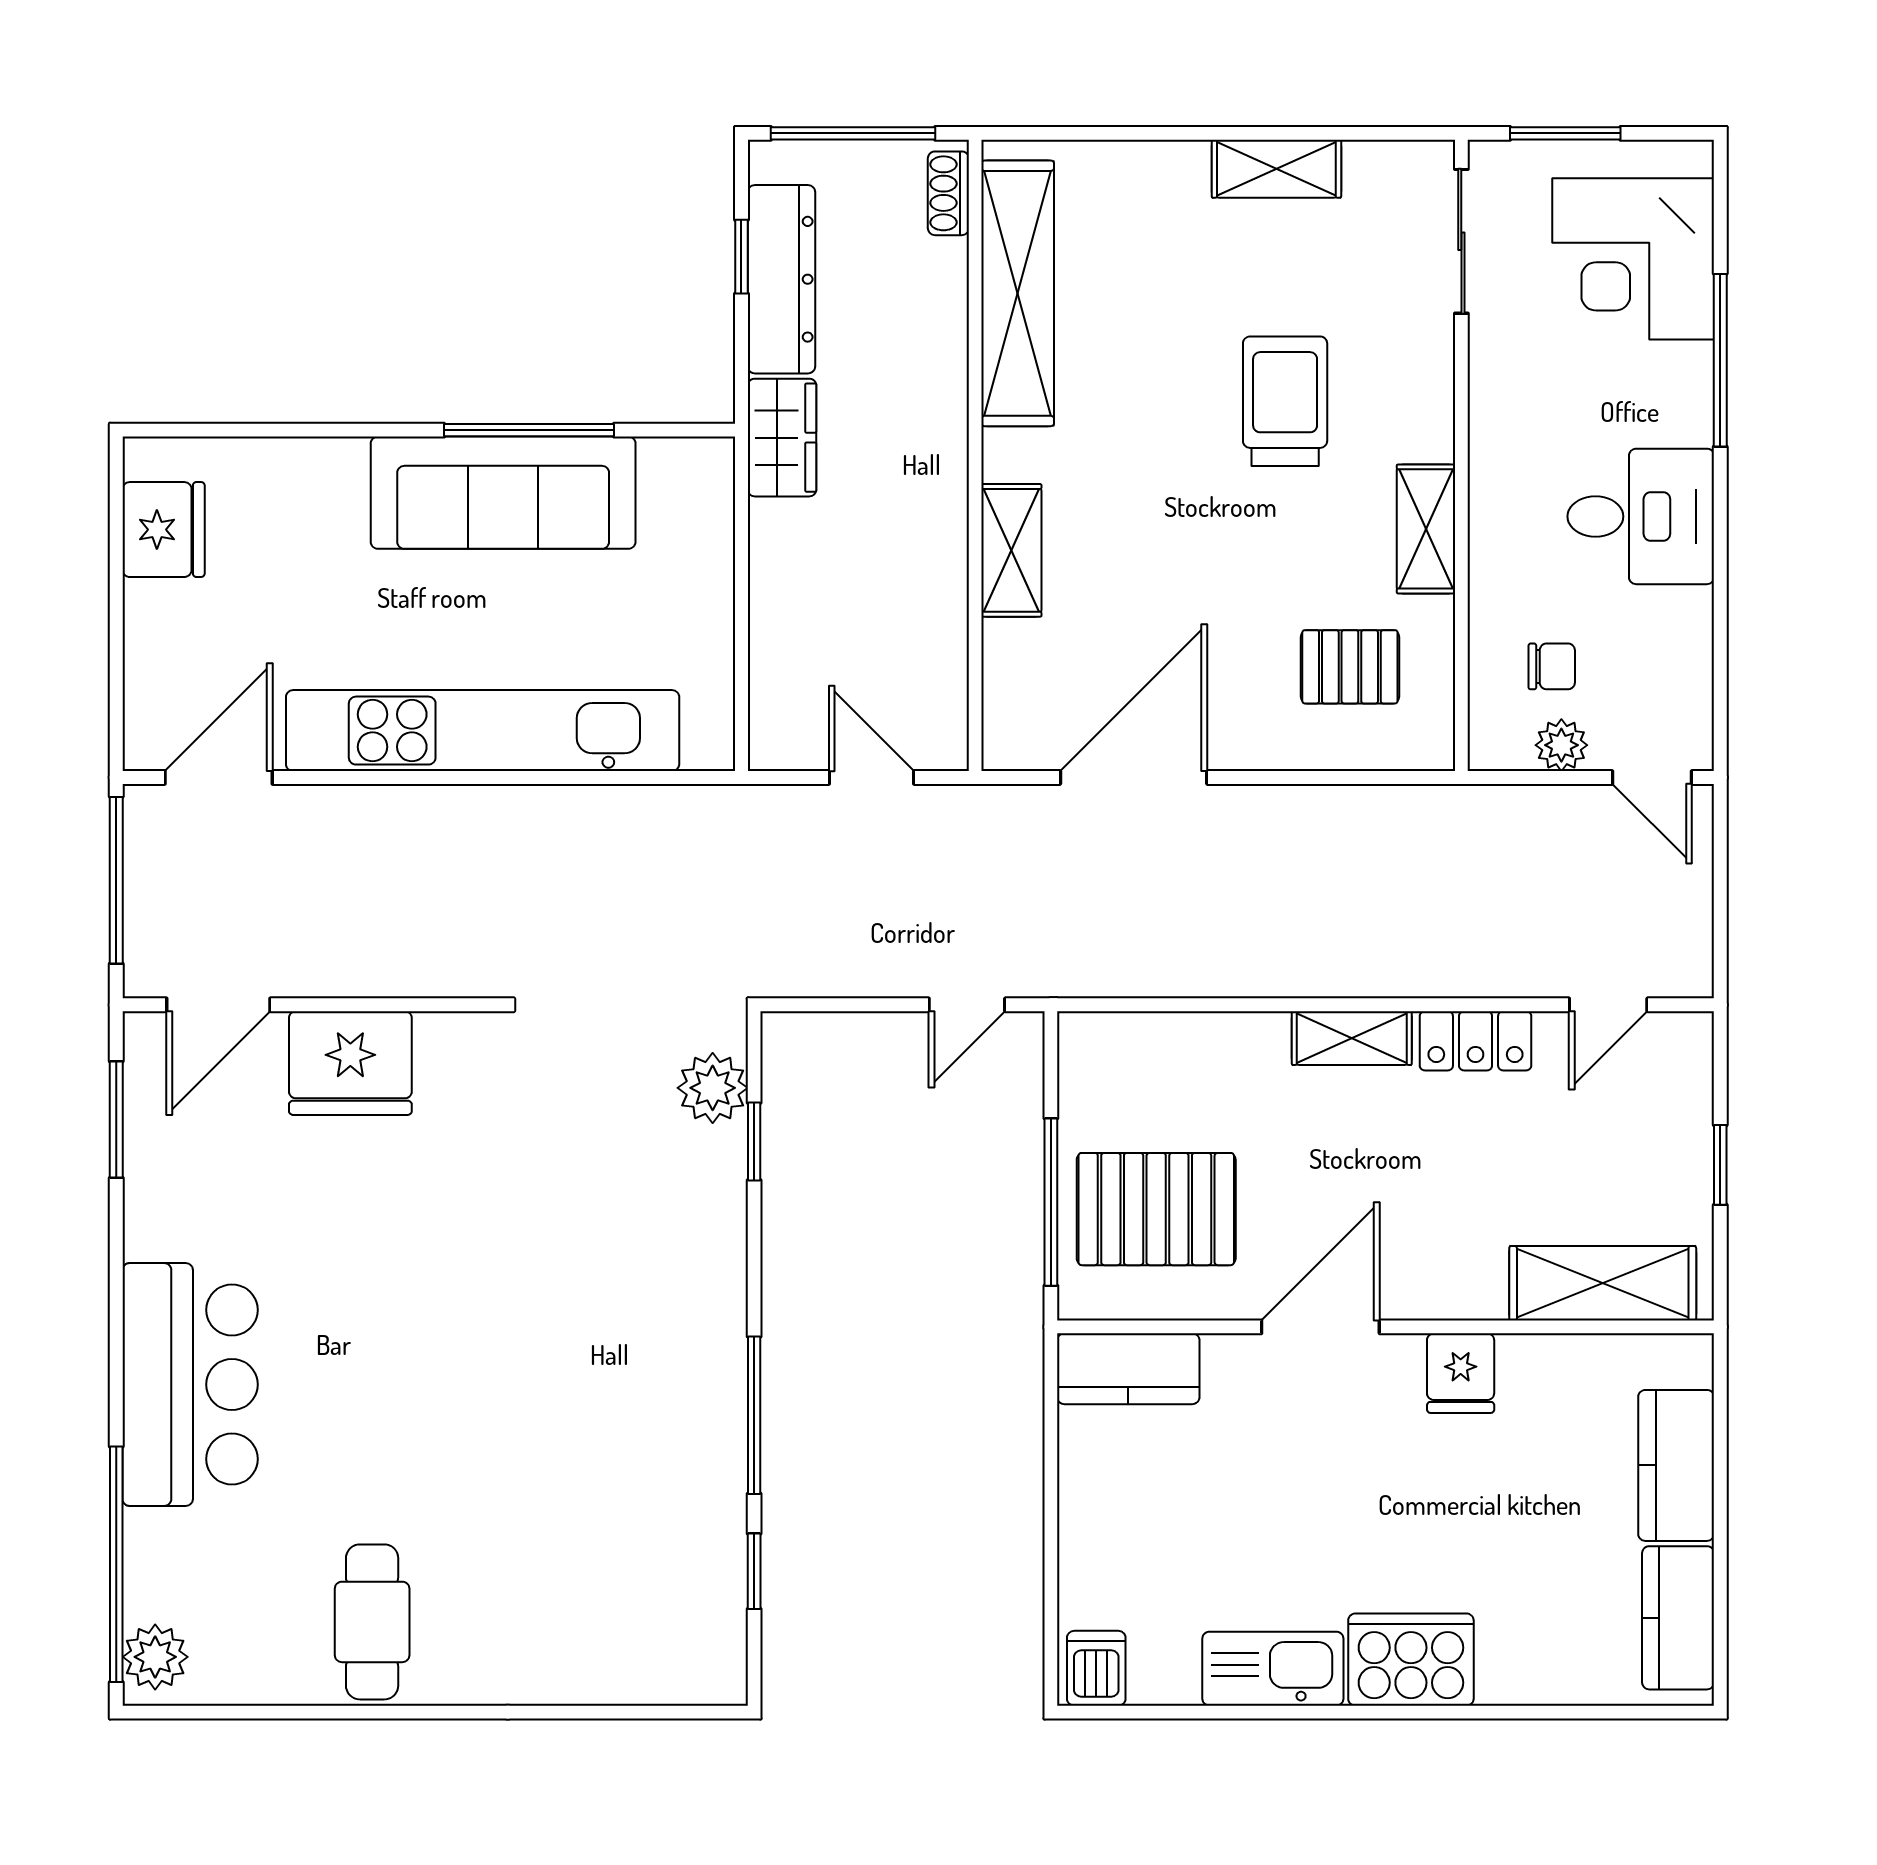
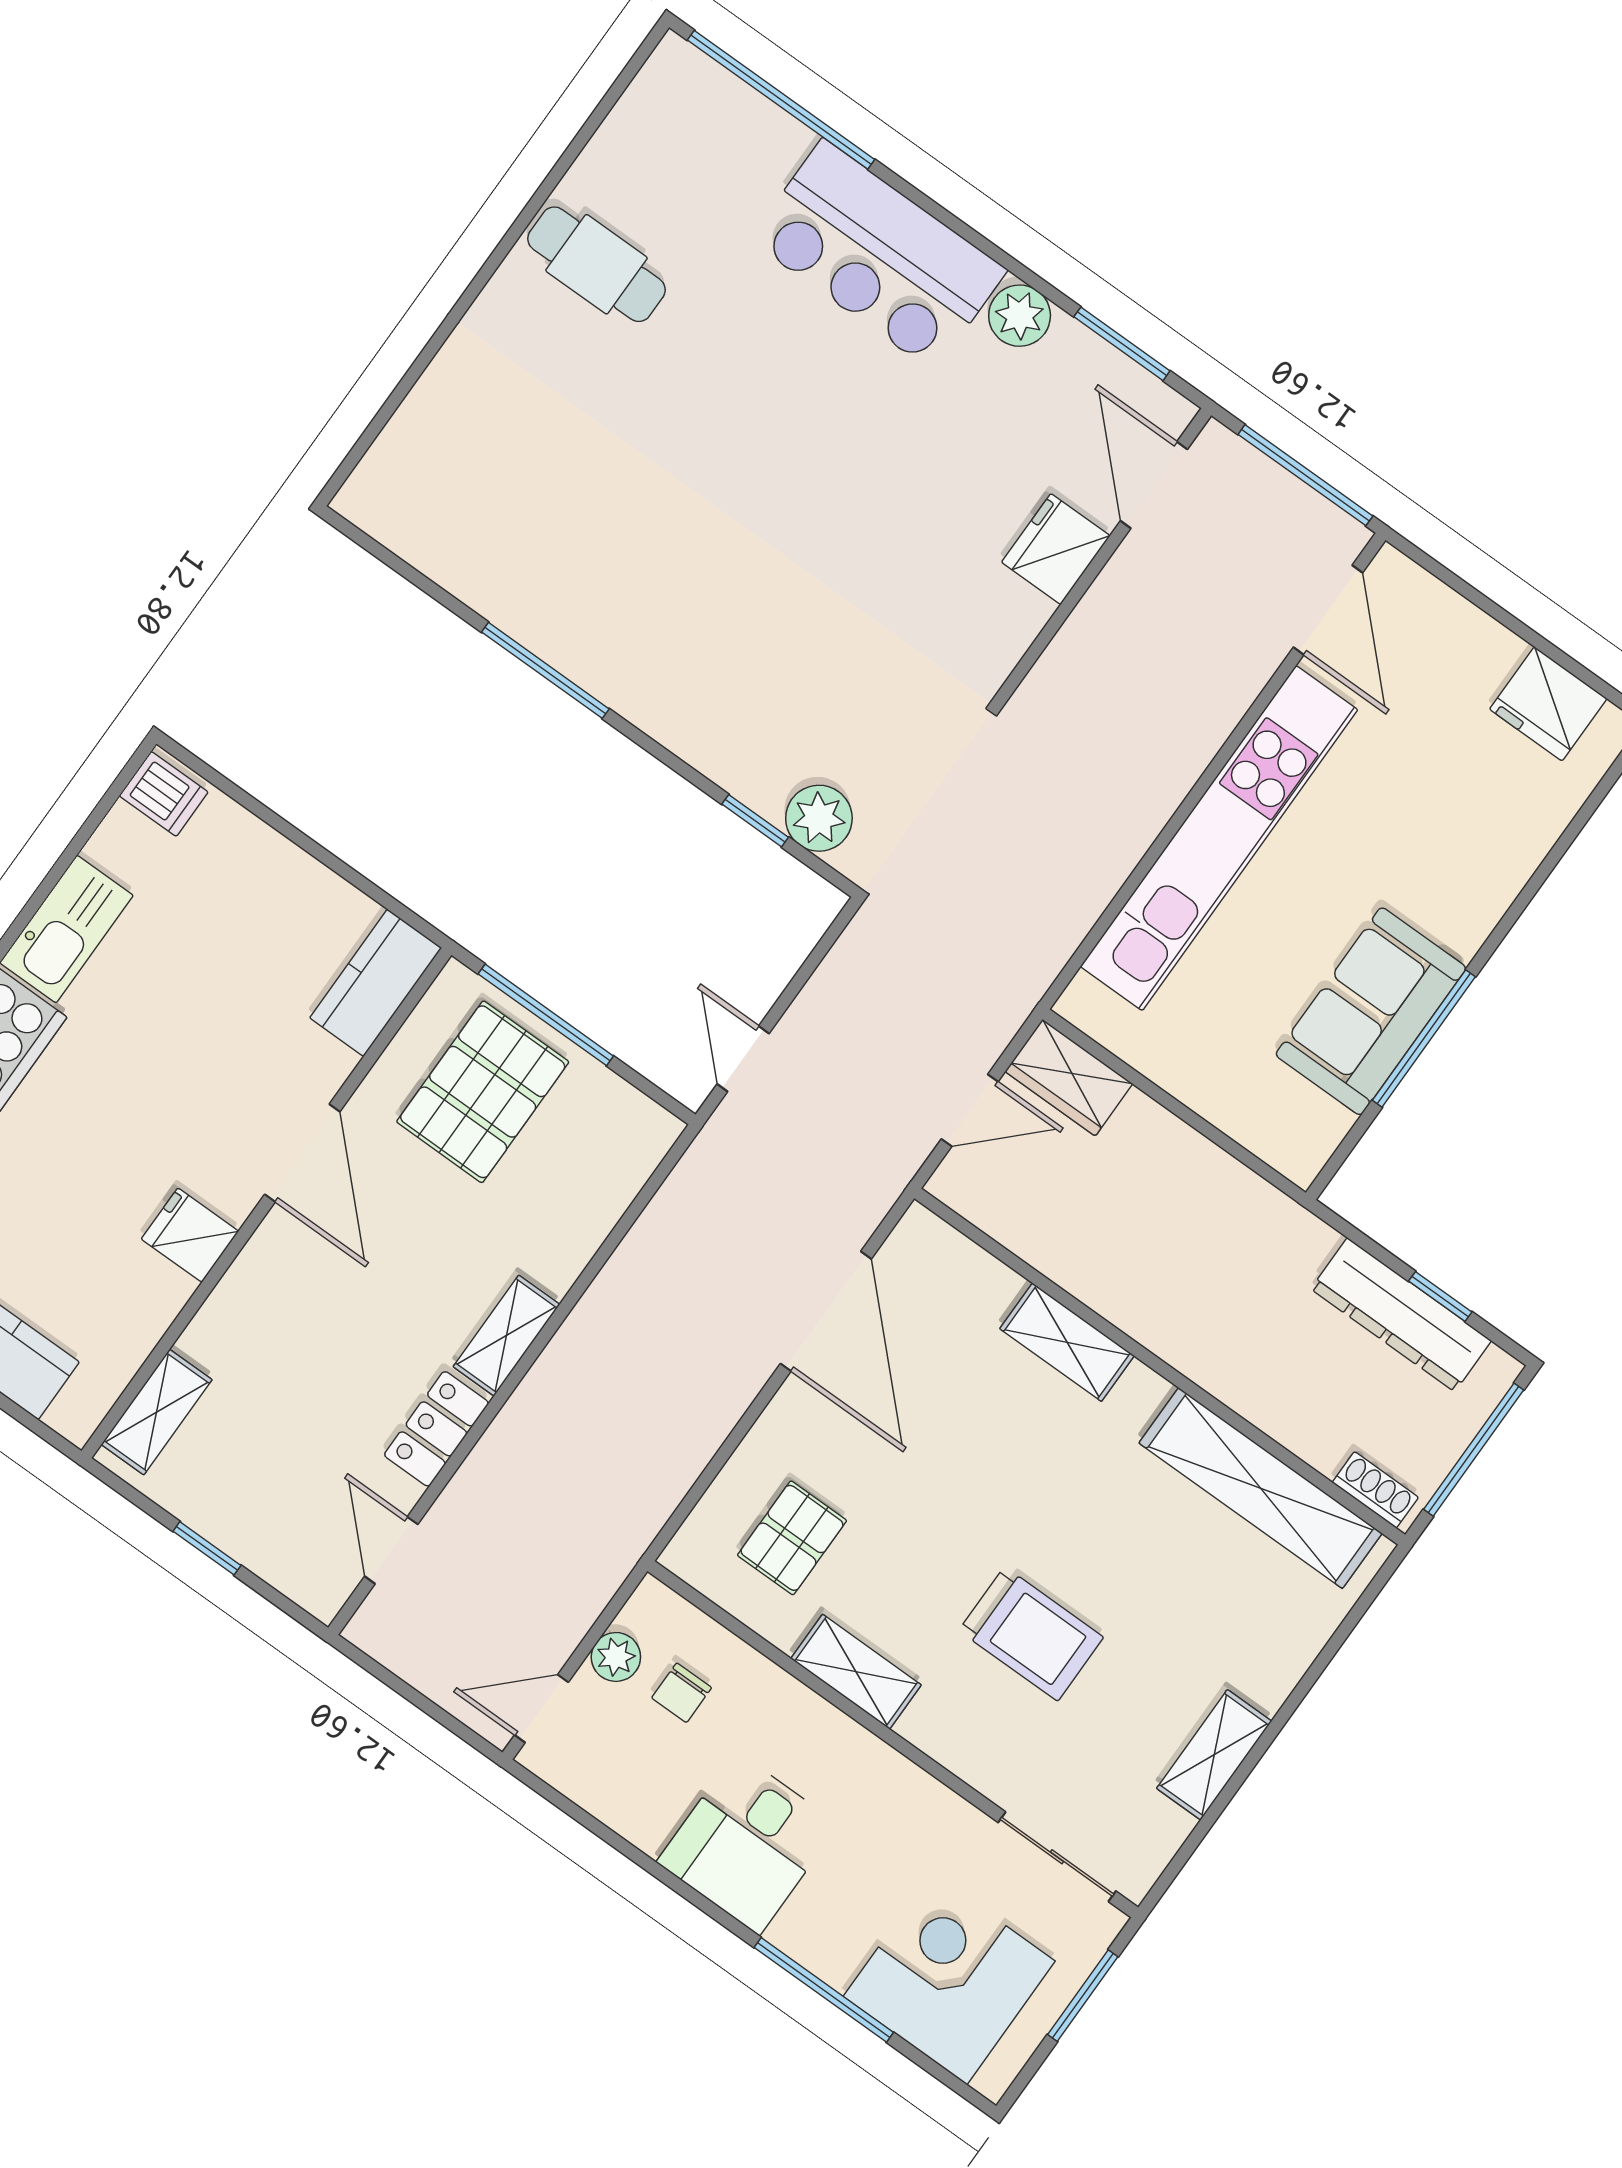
wardrobe: (782, 438) -> (1069, 1078), moved
sofa: (503, 493) -> (1371, 1011), width x0.73
fridge: (350, 1063) -> (1056, 549), width x0.73, depth x0.75
shelving: (1603, 1283) -> (157, 1412), width x0.67, depth x0.75
window: (754, 1571) -> (426, 585), removed
plant: (155, 1657) -> (1020, 316), moved

